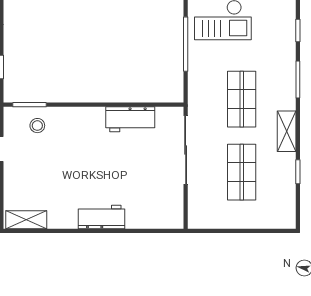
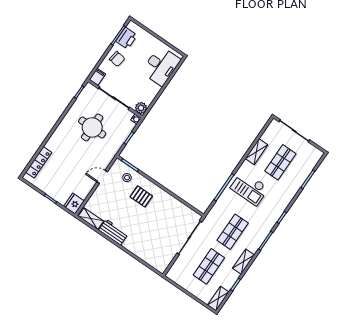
workbench: (130, 119) -> (173, 205), removed
pallet: (76, 139) -> (141, 196), added
shelving: (287, 209) -> (218, 299), added
workbench: (102, 217) -> (113, 232), moved

